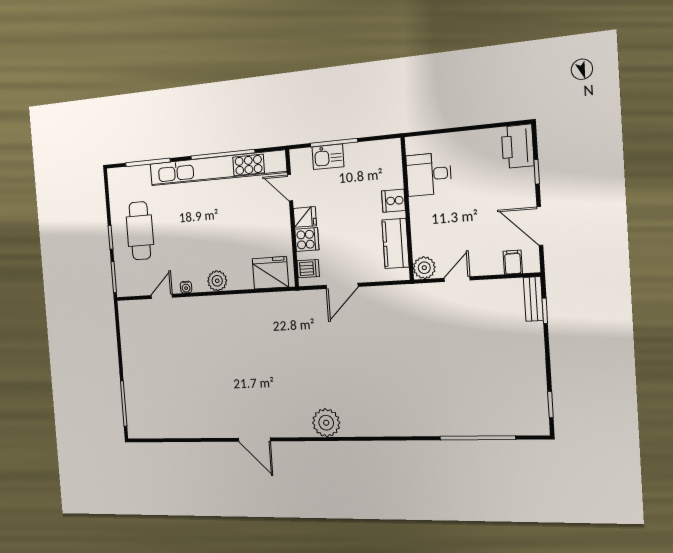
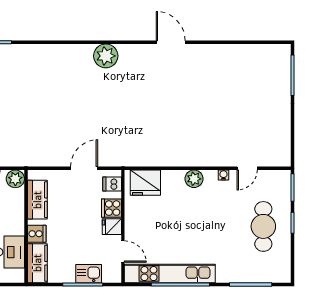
kitchen counter: (390, 164) -> (37, 263), added
kitchen unit: (217, 168) -> (170, 274), width x0.73

